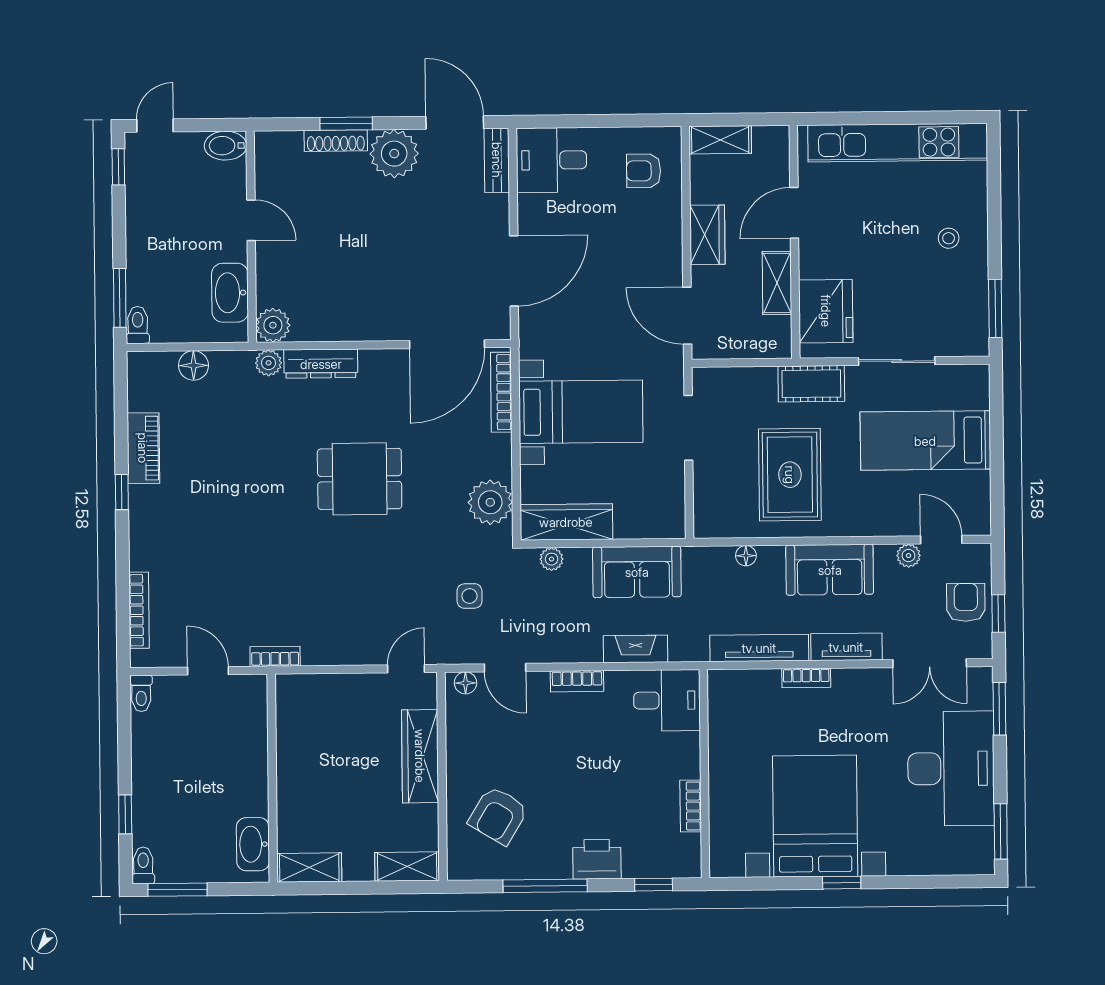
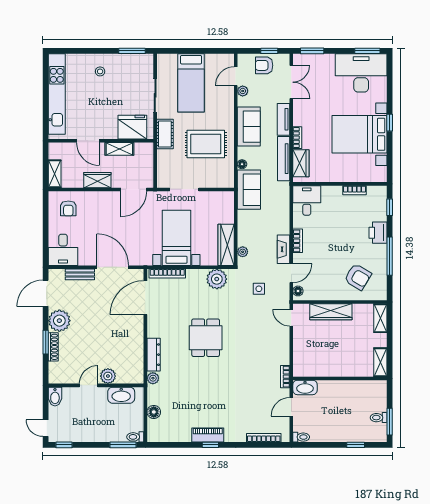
bench: (497, 160) -> (80, 274), moved
plant: (273, 325) -> (108, 376), moved
door: (447, 344) -> (145, 298), swing flipped
piano: (143, 448) -> (208, 435), moved
sofa: (637, 572) -> (249, 190), moved
fireplace: (636, 649) -> (283, 249), moved
wardrobe: (749, 686) -> (301, 163), added
desk: (951, 769) -> (361, 73), moved
washbasin: (253, 844) -> (305, 387), moved
toilet: (143, 865) -> (379, 418), moved

